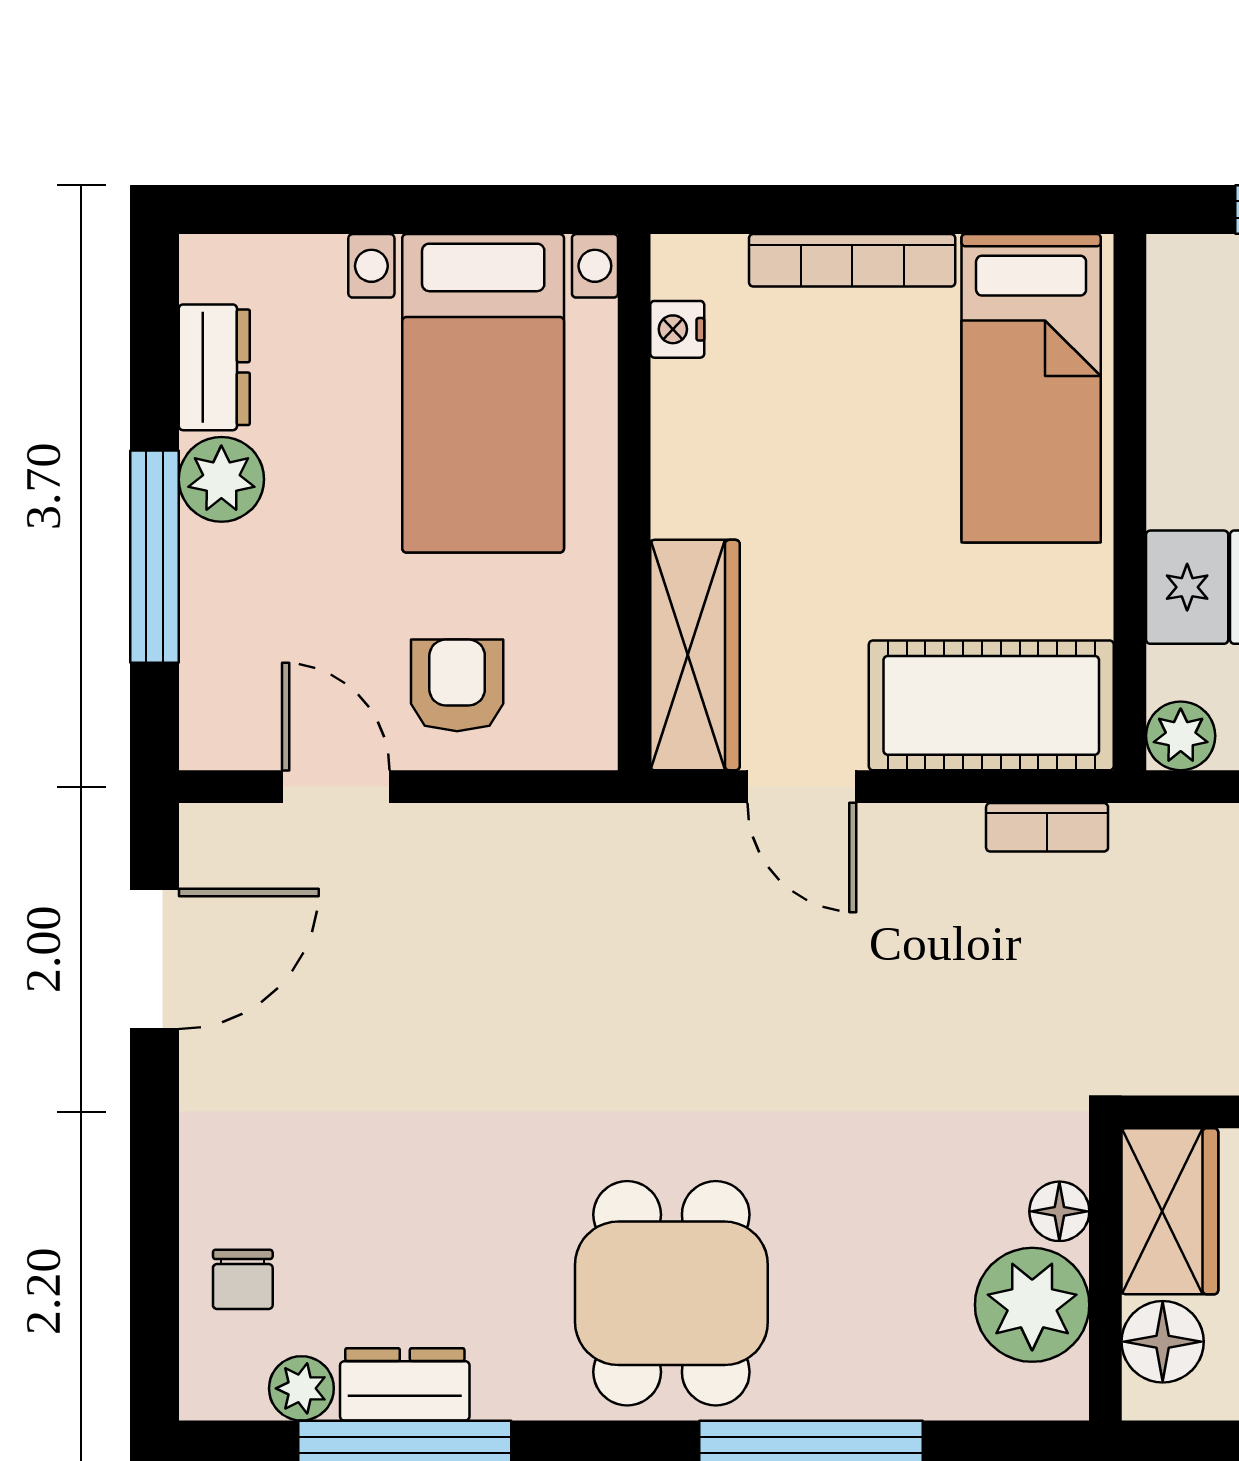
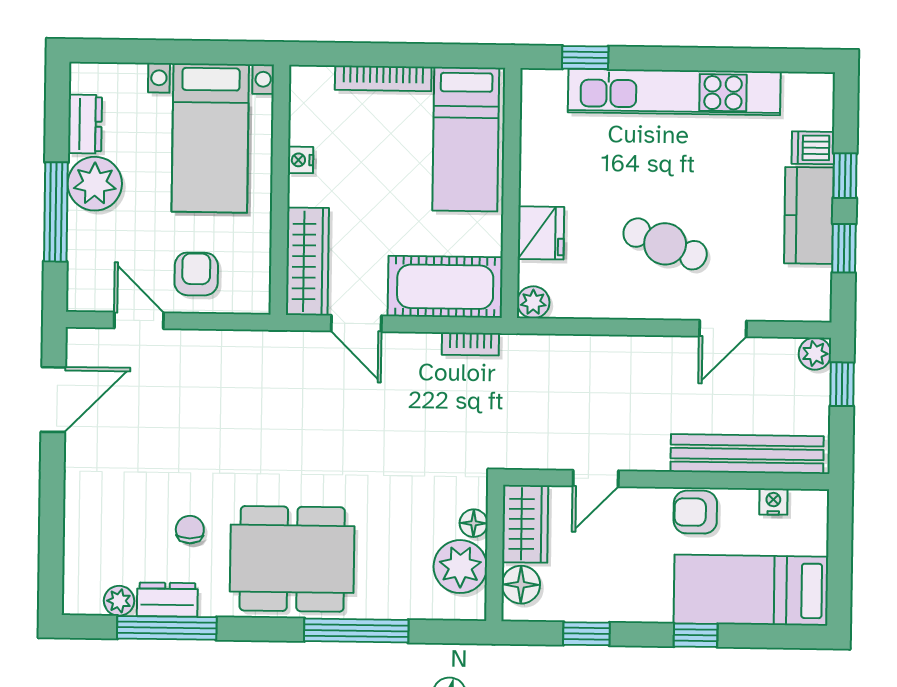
nightstand: (677, 329) -> (300, 160), moved
plant: (221, 479) -> (95, 184), width x1.36, depth x1.36
chair: (243, 1279) -> (190, 530), moved, turned 180
dining table: (671, 1293) -> (292, 559), width x1.38

